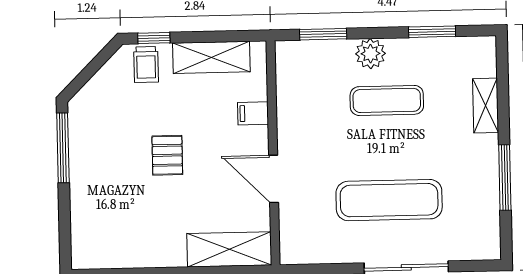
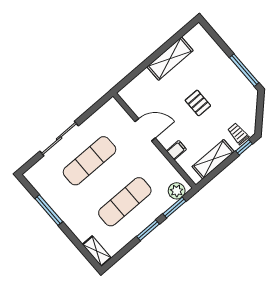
window: (432, 32) -> (148, 230), moved
plant: (370, 54) -> (177, 191), moved
exercise mat: (387, 100) -> (125, 202), width x1.36, depth x1.45
shelving: (486, 106) -> (97, 251), moved
shelving: (229, 249) -> (170, 59), moved

